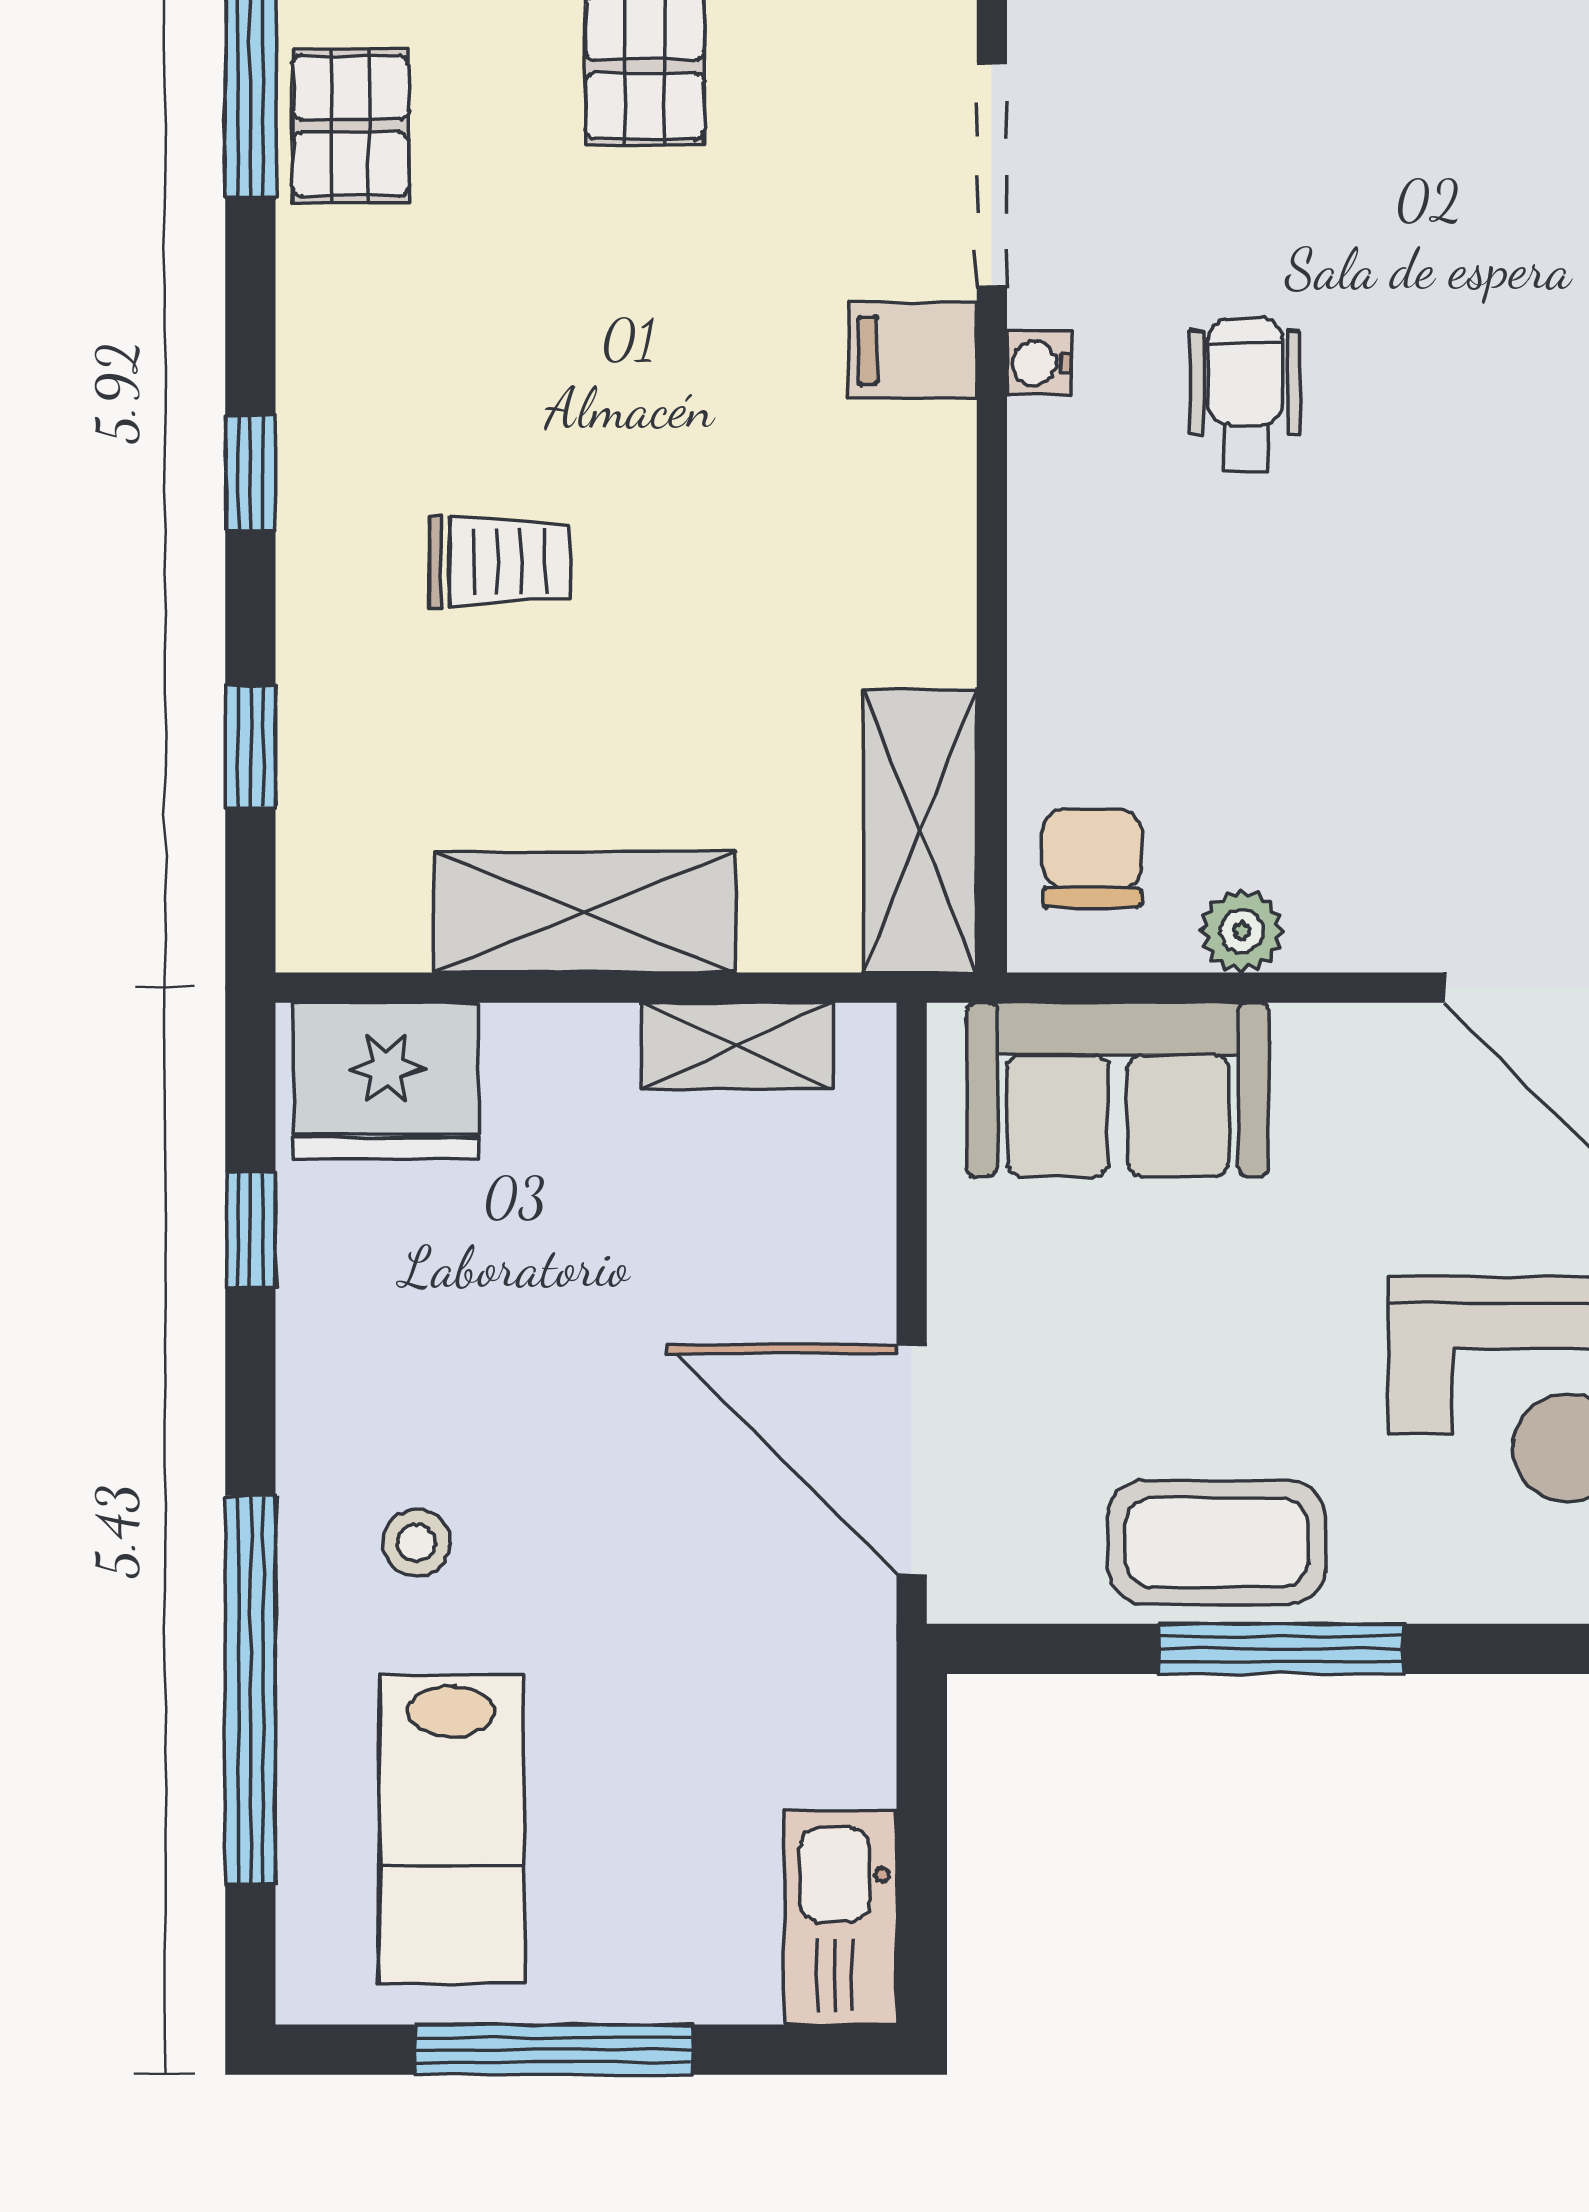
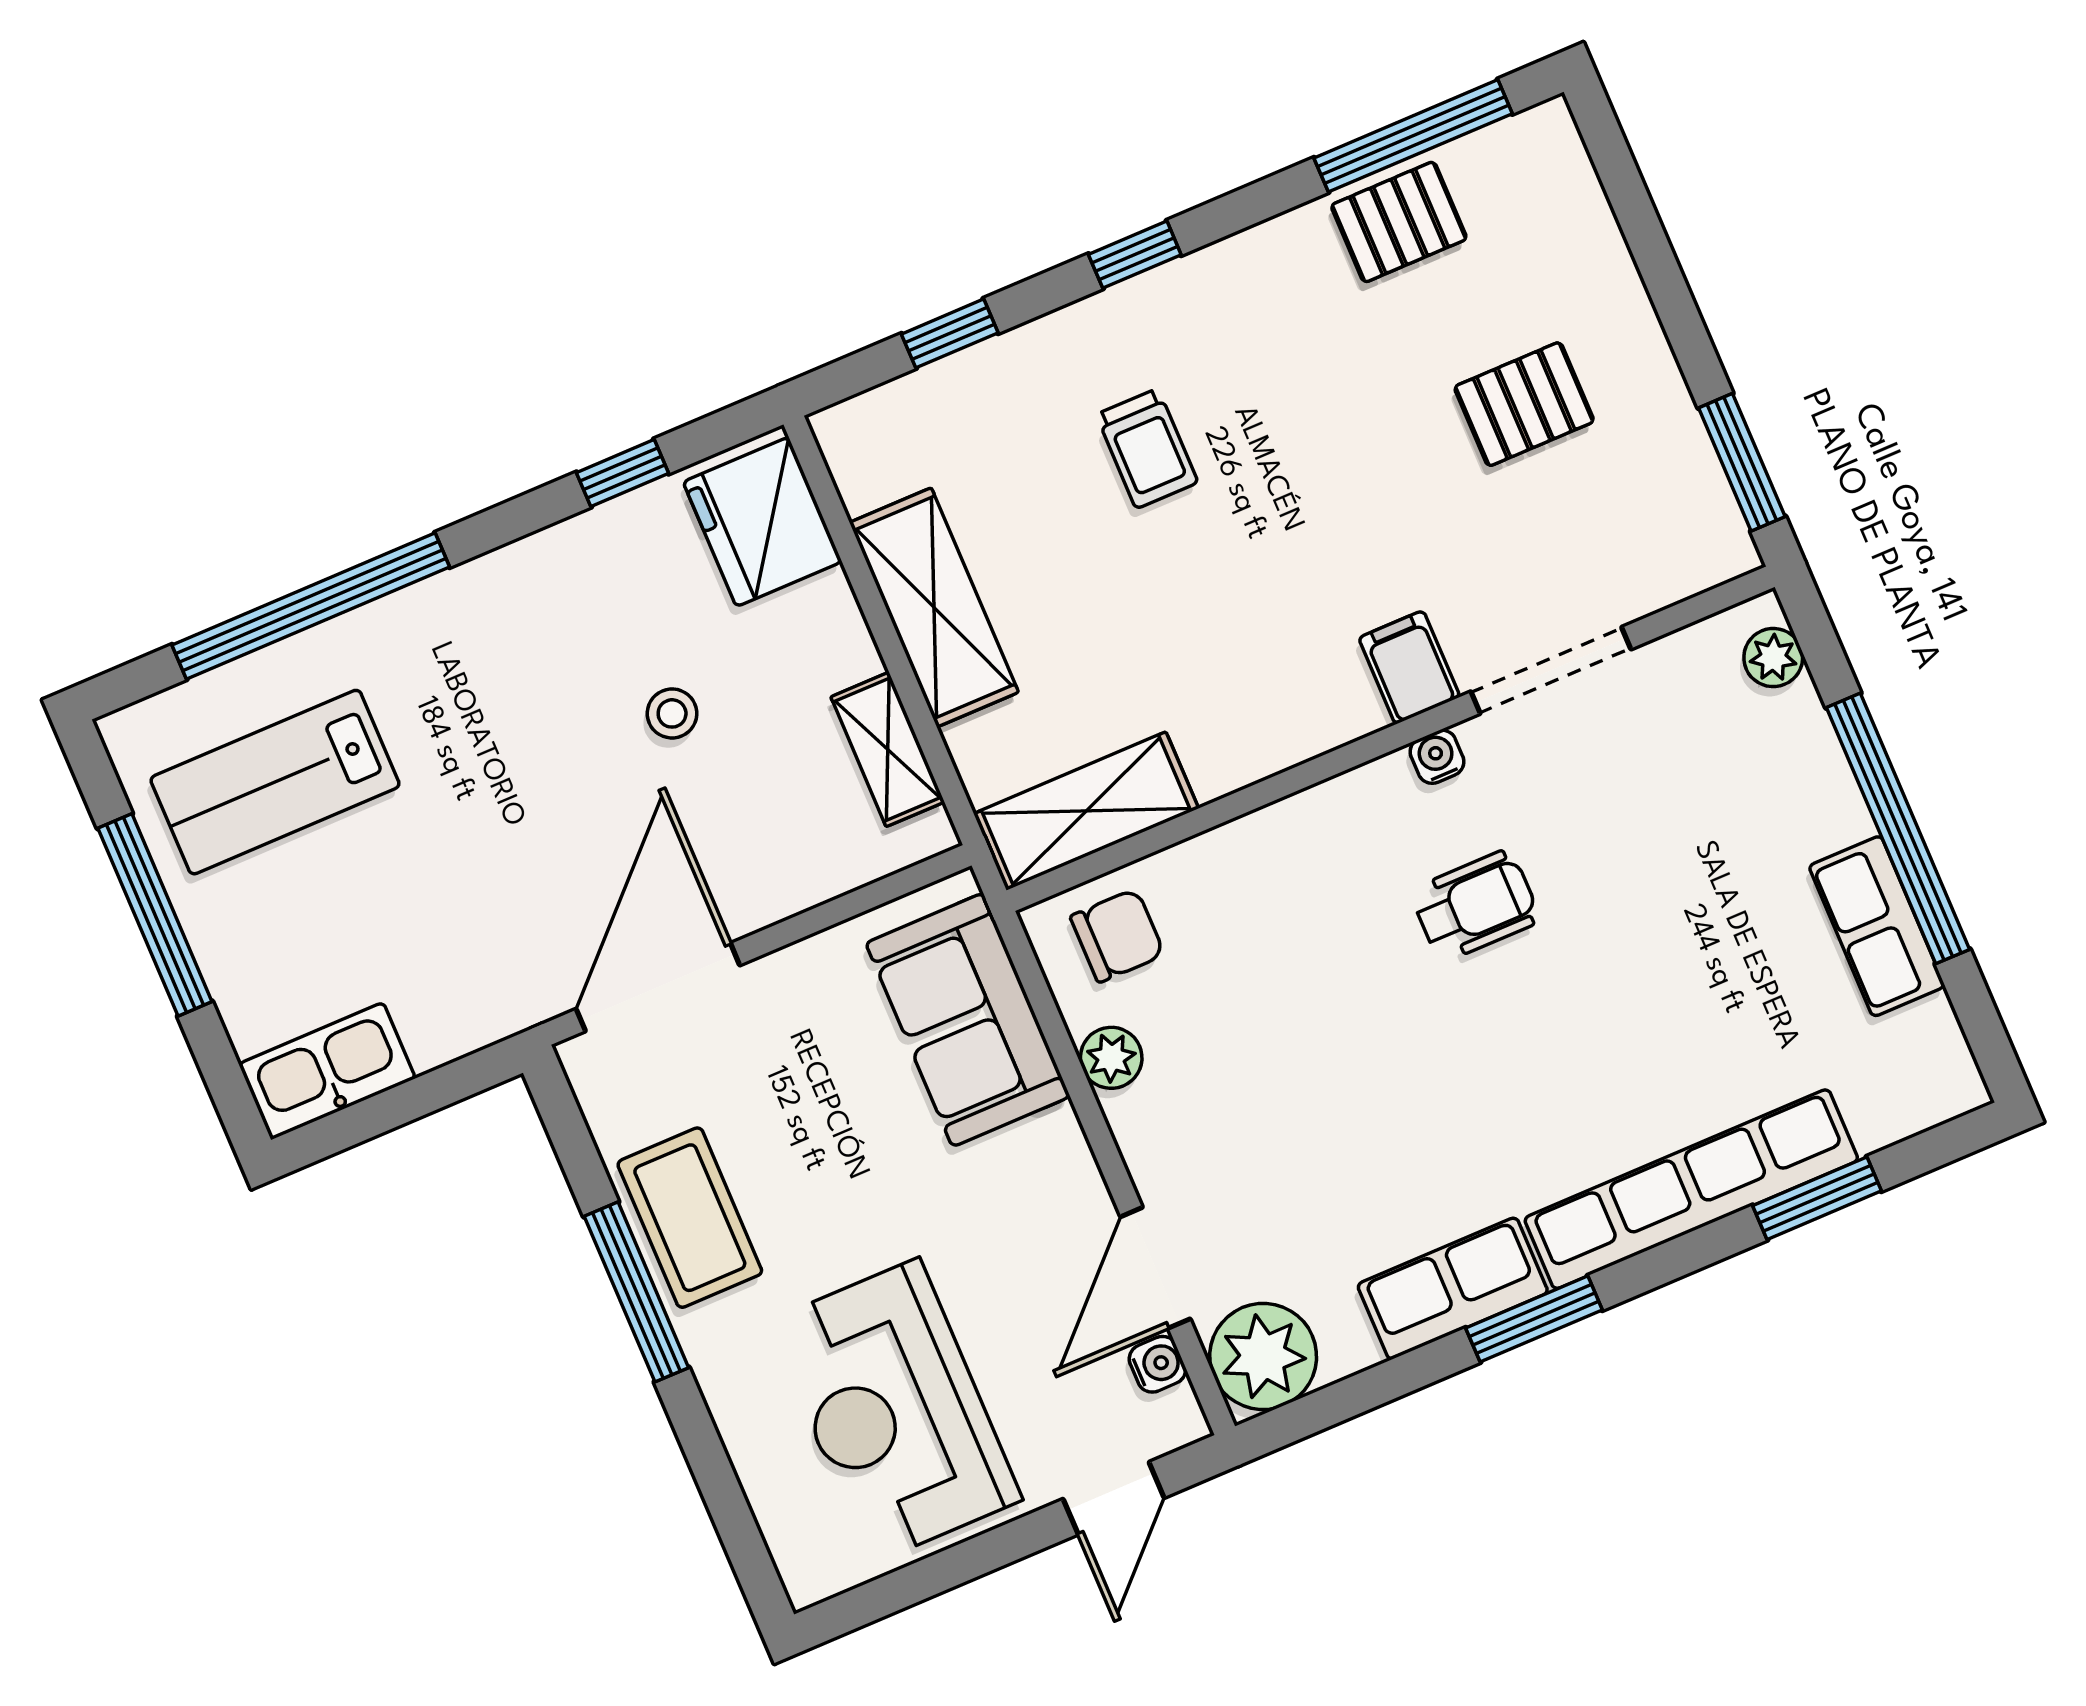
stool: (417, 1543) -> (672, 713), moved

